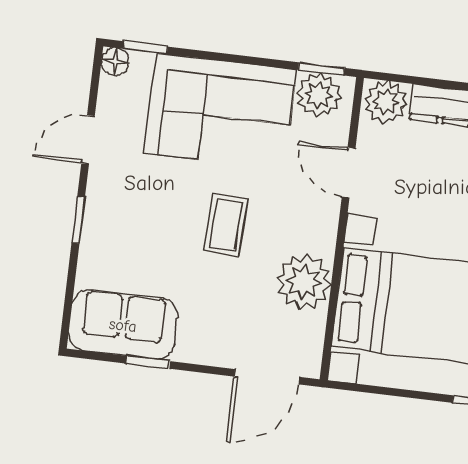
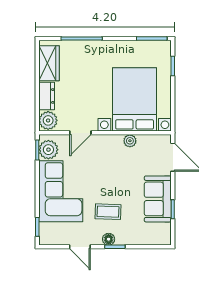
floor lamp: (115, 62) -> (109, 239), moved
coffee table: (226, 225) -> (108, 212), moved
plant: (304, 282) -> (130, 141), width x0.53, depth x0.53
sofa: (123, 325) -> (158, 199), moved

